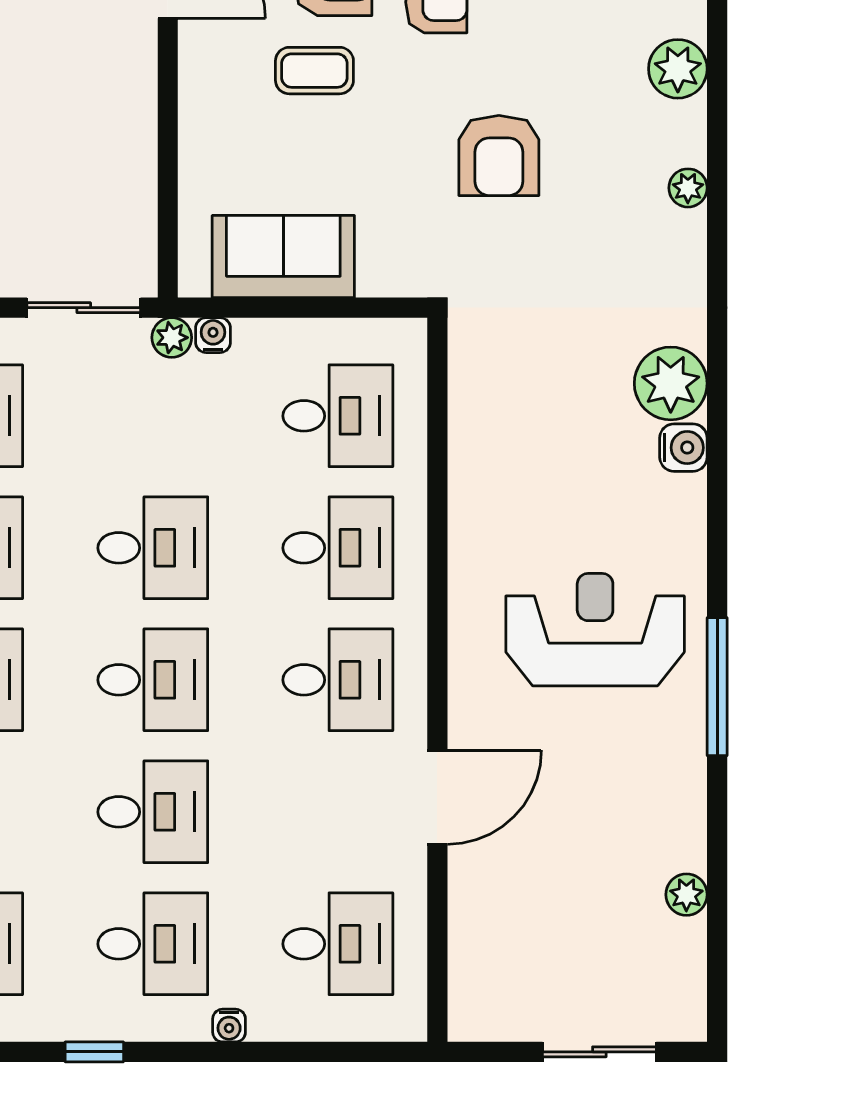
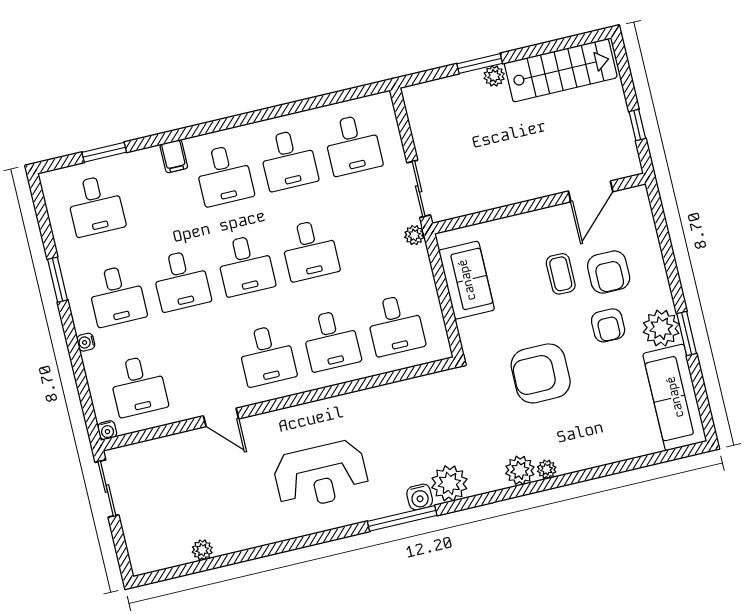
plant: (678, 69) -> (520, 470), moved
armchair: (499, 155) -> (541, 373), width x1.36, depth x1.36
water cooler: (213, 335) -> (107, 430), moved, turned 90
reception desk: (595, 630) -> (321, 475), turned 90
window: (717, 687) -> (402, 518), moved
door: (437, 797) -> (221, 417), width x0.73
window: (94, 1052) -> (58, 280), width x1.50
sliding door: (599, 1052) -> (107, 489), moved

